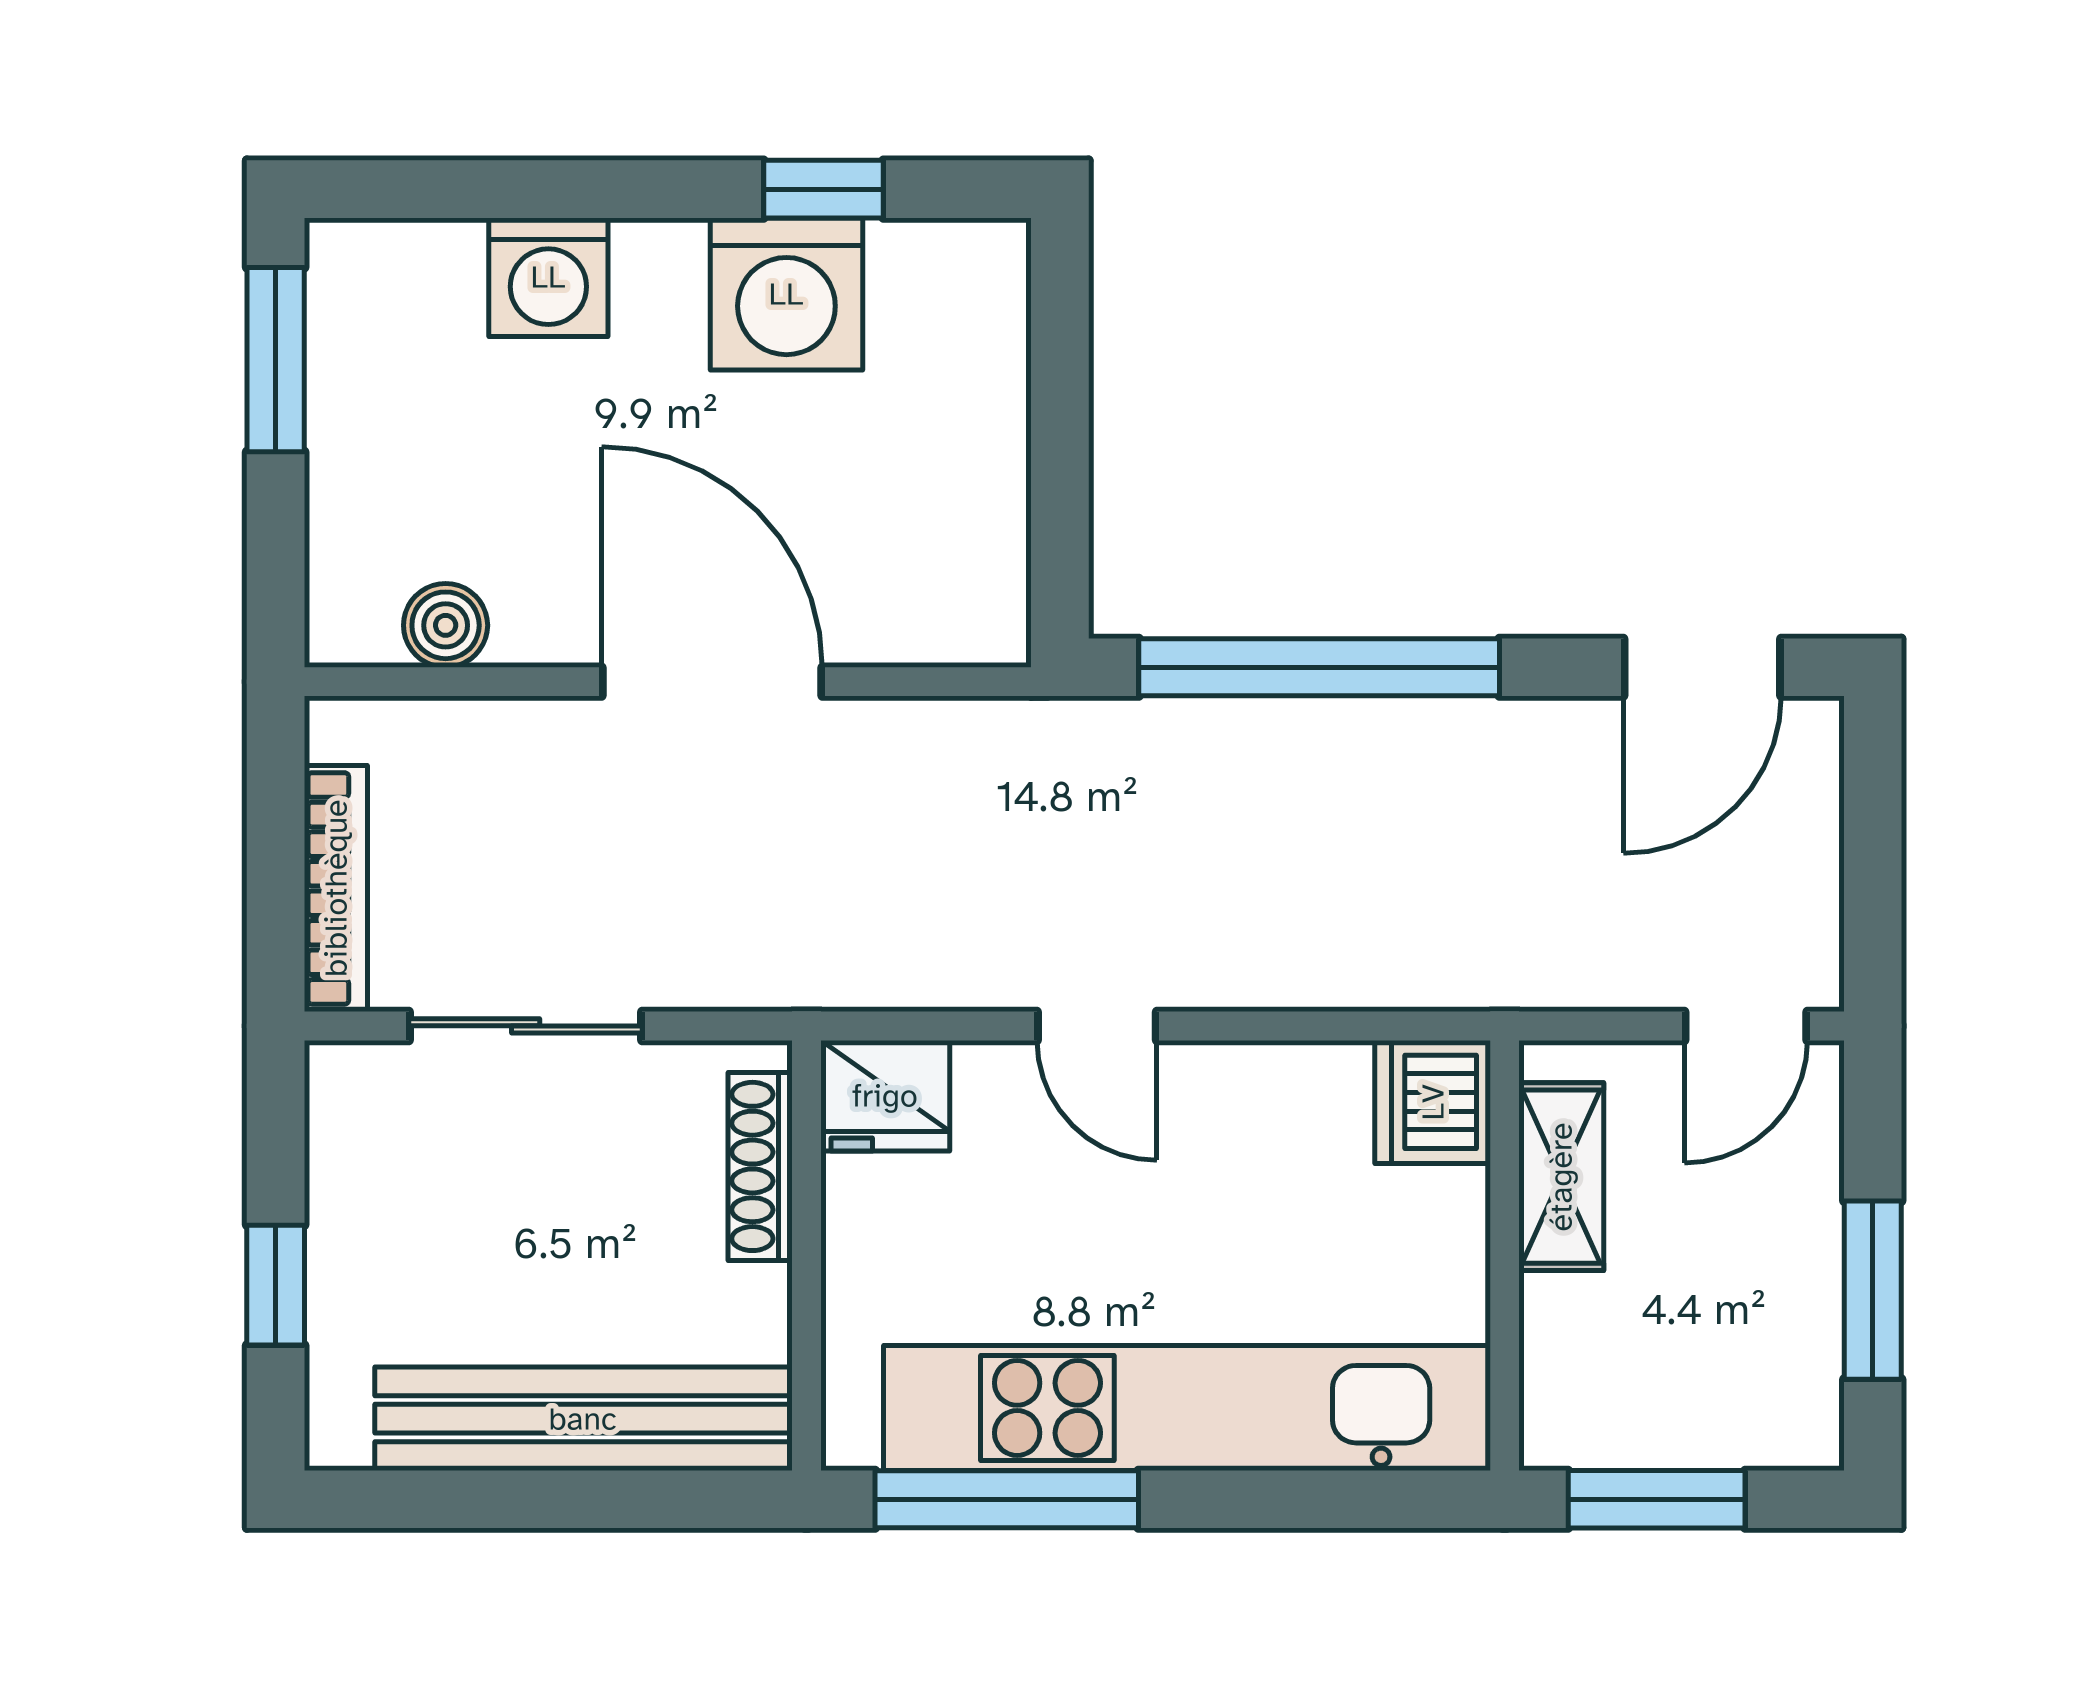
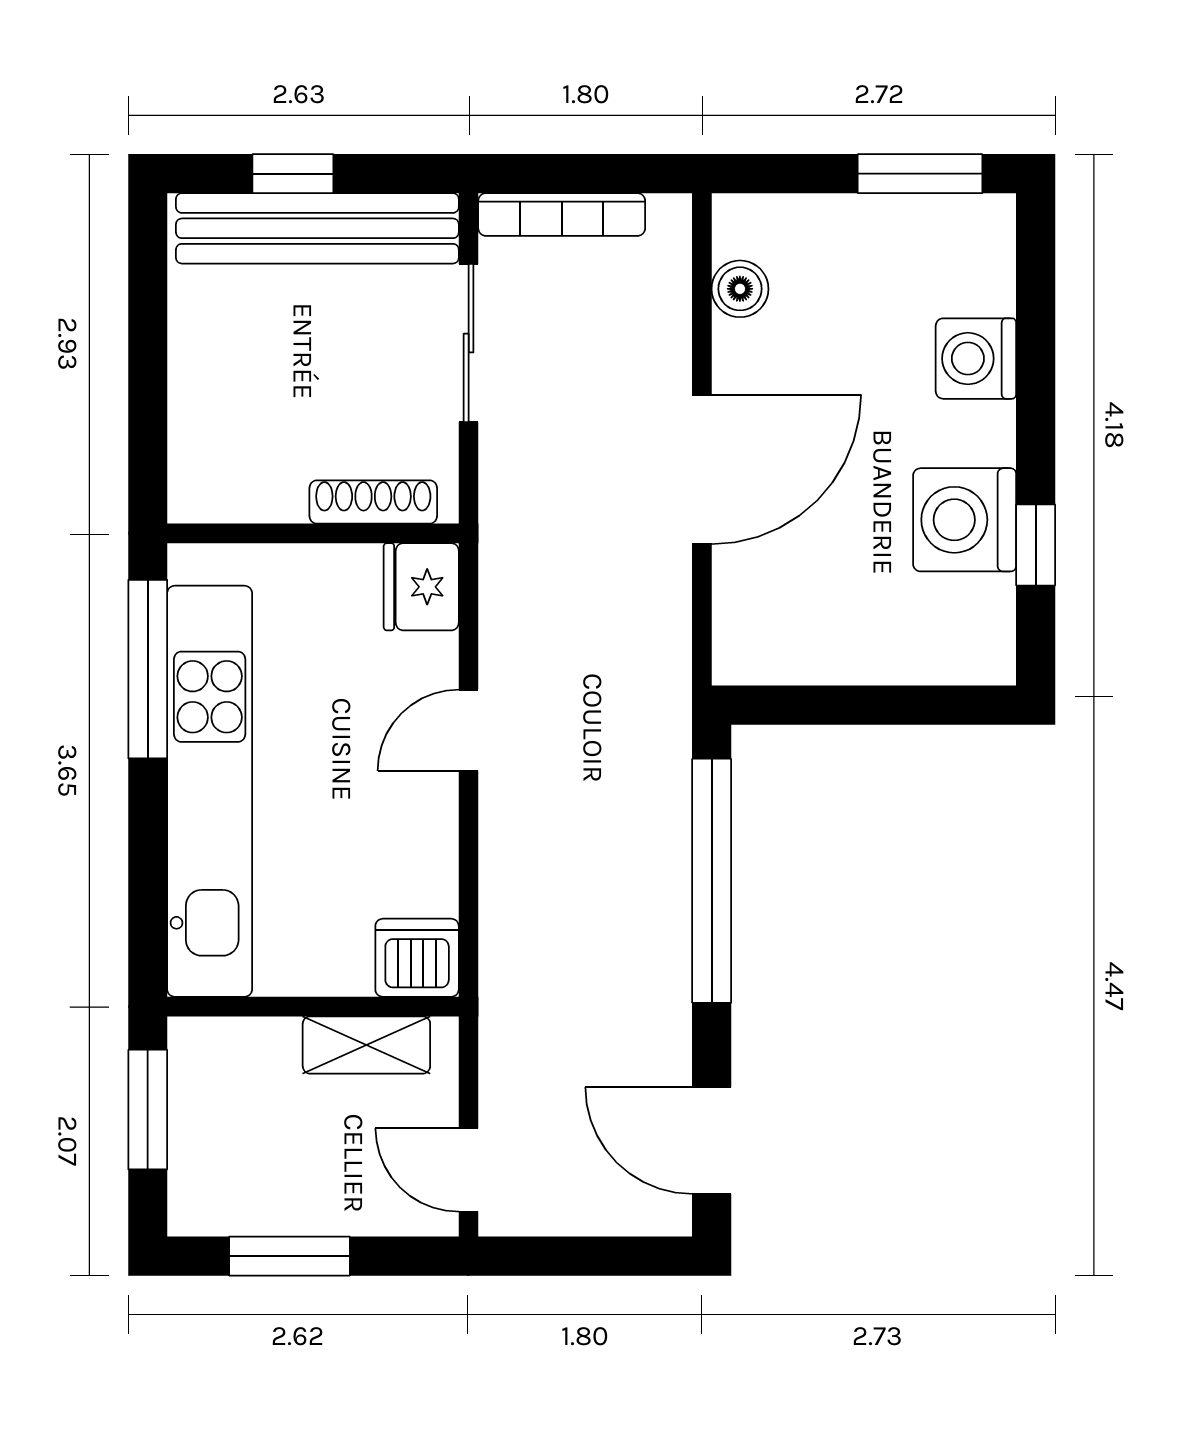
bench: (583, 1419) -> (317, 228), moved, turned 90

